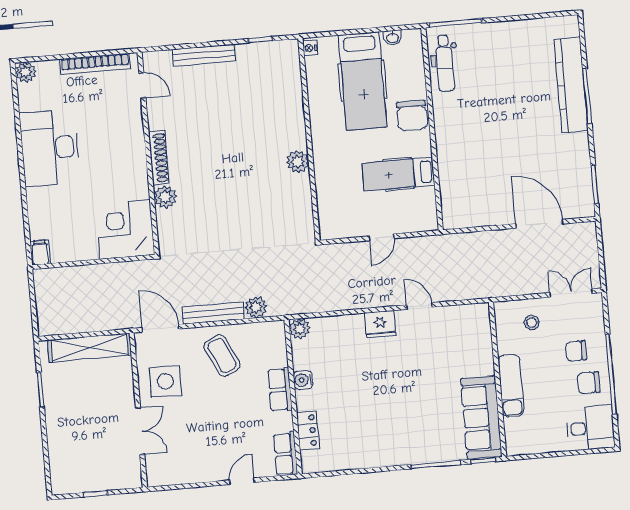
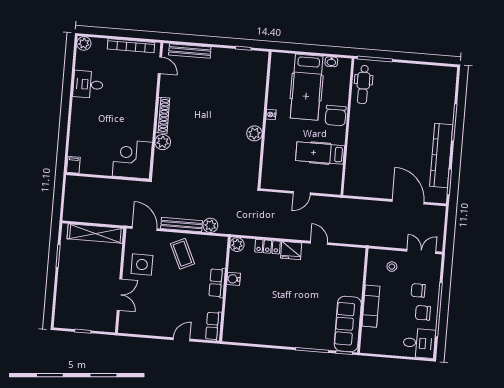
nightstand: (310, 48) -> (271, 115), moved
bench: (204, 55) -> (190, 51), moved
kitchen counter: (571, 85) -> (441, 155), moved
desk: (50, 148) -> (88, 84), width x0.53, depth x0.77
locker: (308, 431) -> (267, 247), moved, turned 90

